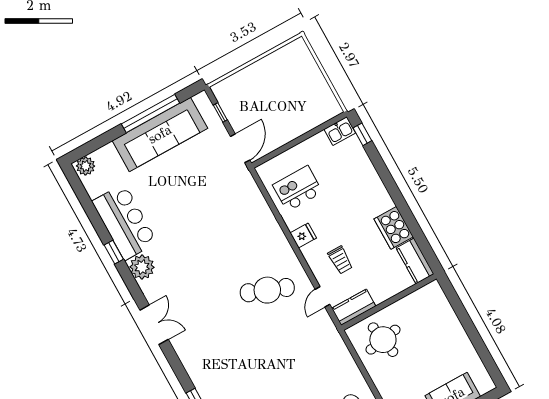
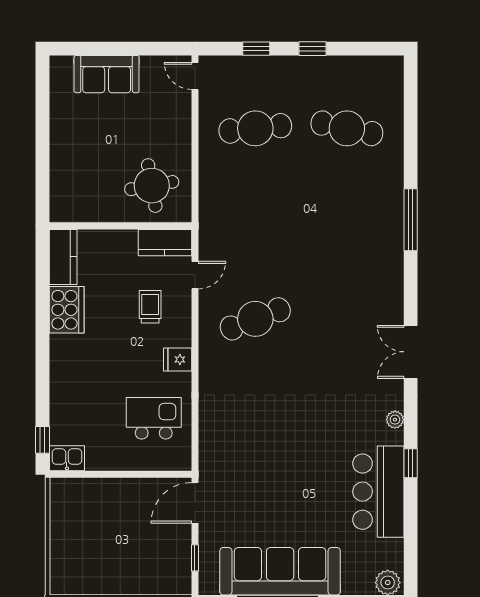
kitchen island: (298, 189) -> (154, 418), turned 180
plant: (142, 267) -> (395, 420), width x0.53, depth x0.53
cafe table: (267, 290) -> (255, 319), turned -42

